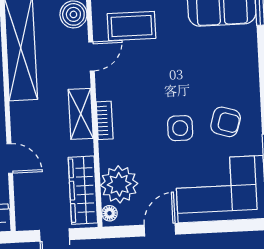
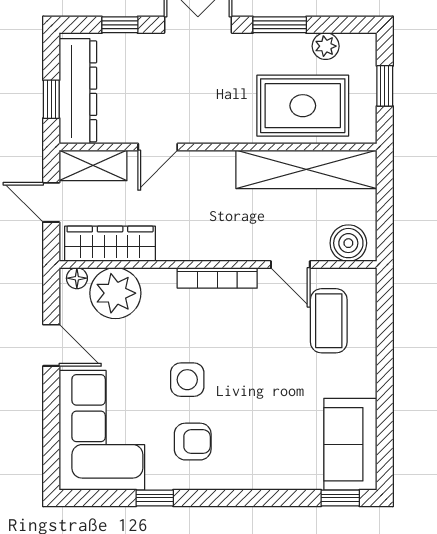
shelving: (81, 114) -> (93, 165), moved
bookcase: (105, 120) -> (217, 278), width x1.56
armchair: (226, 122) -> (193, 442), turned -107

